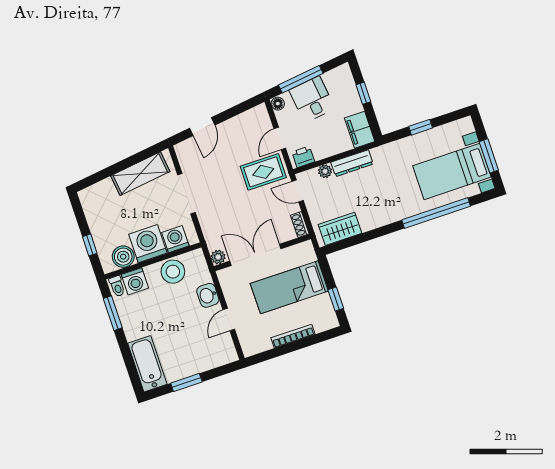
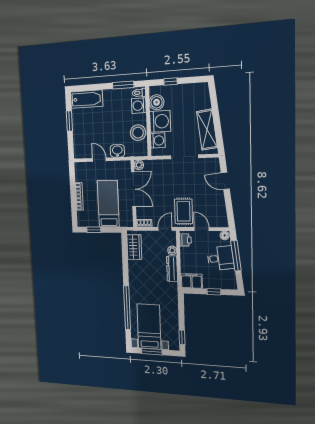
window: (421, 127) -> (182, 337), moved

